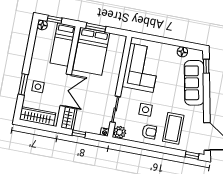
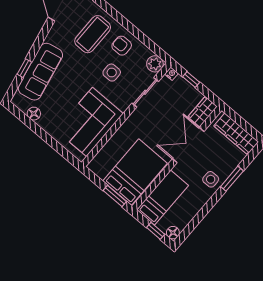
window: (206, 66) -> (24, 68), moved
side table: (38, 87) -> (211, 179), moved
window: (79, 134) -> (191, 79), moved

